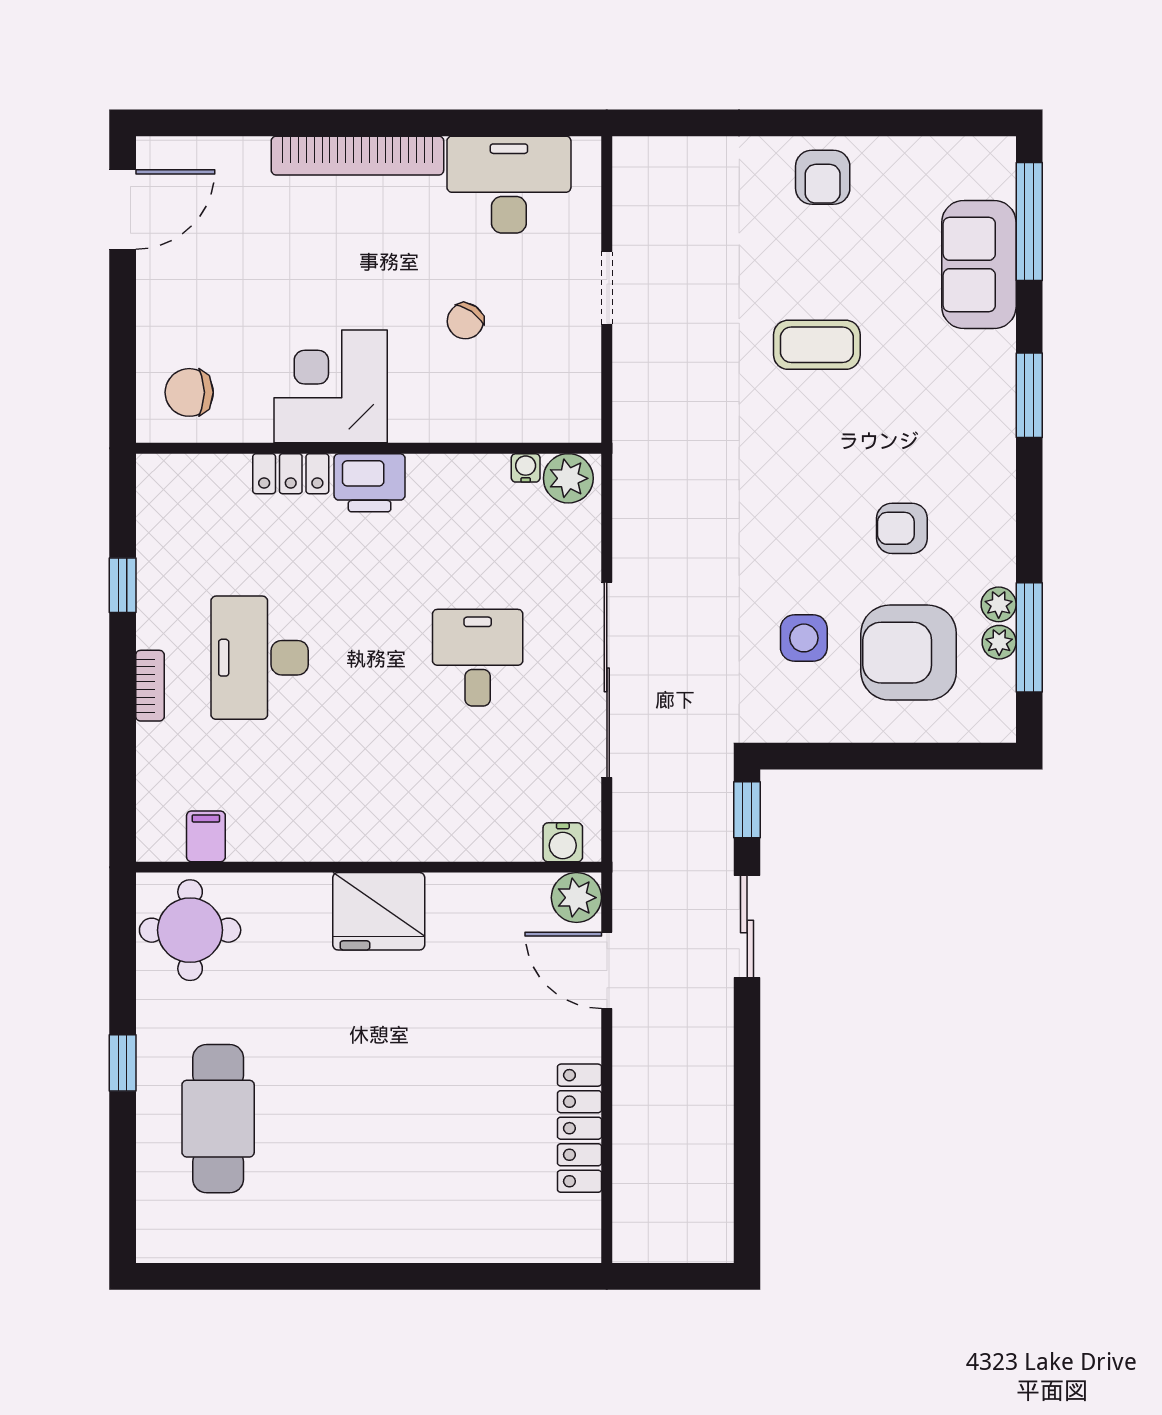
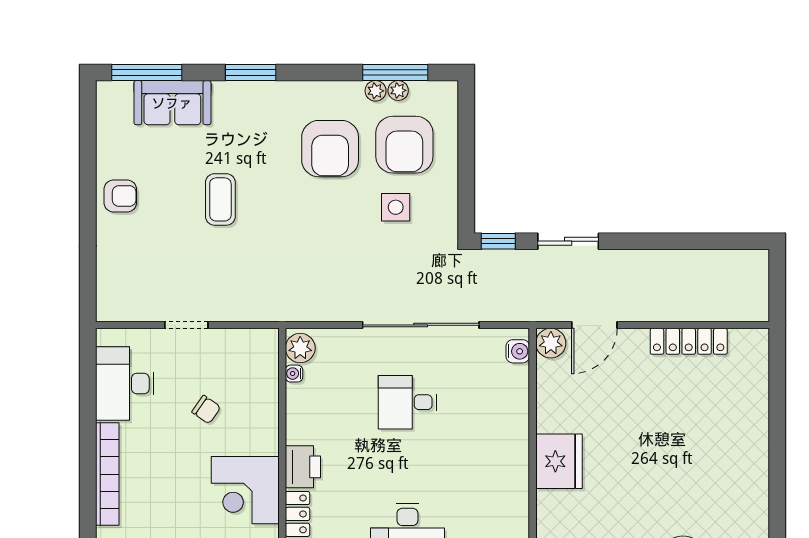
armchair: (902, 528) -> (330, 149), width x1.88, depth x1.88

